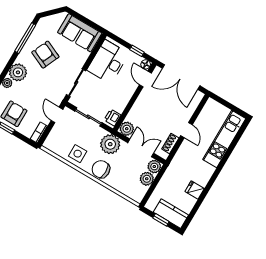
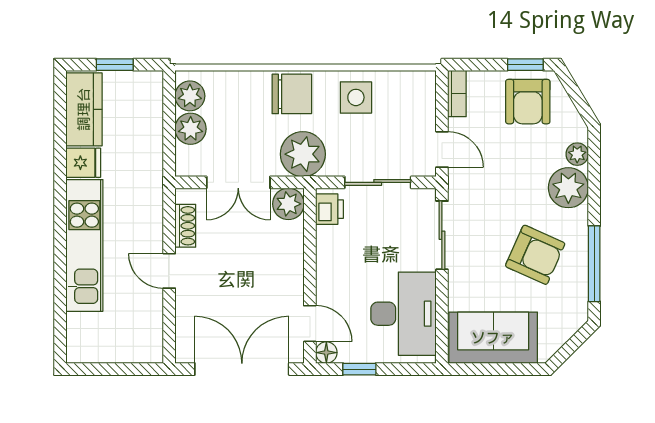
kitchen unit: (224, 139) -> (84, 245), moved
plant: (154, 167) -> (190, 96), moved
kitchen counter: (171, 214) -> (84, 109), moved, turned -90

